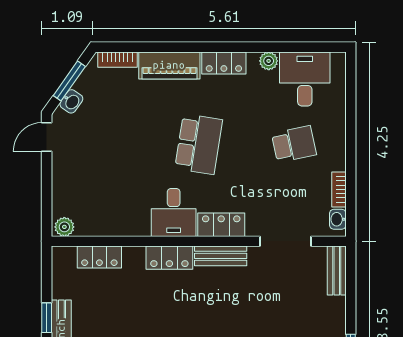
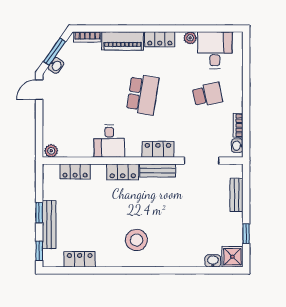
desk: (174, 212) -> (109, 141), moved
bench: (337, 270) -> (237, 195), moved

